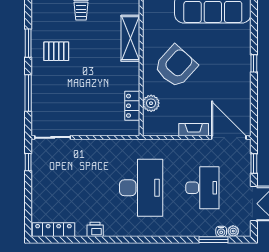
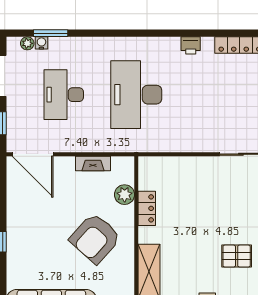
locker: (132, 106) -> (147, 208), moved
fireplace: (194, 130) -> (93, 163), moved

